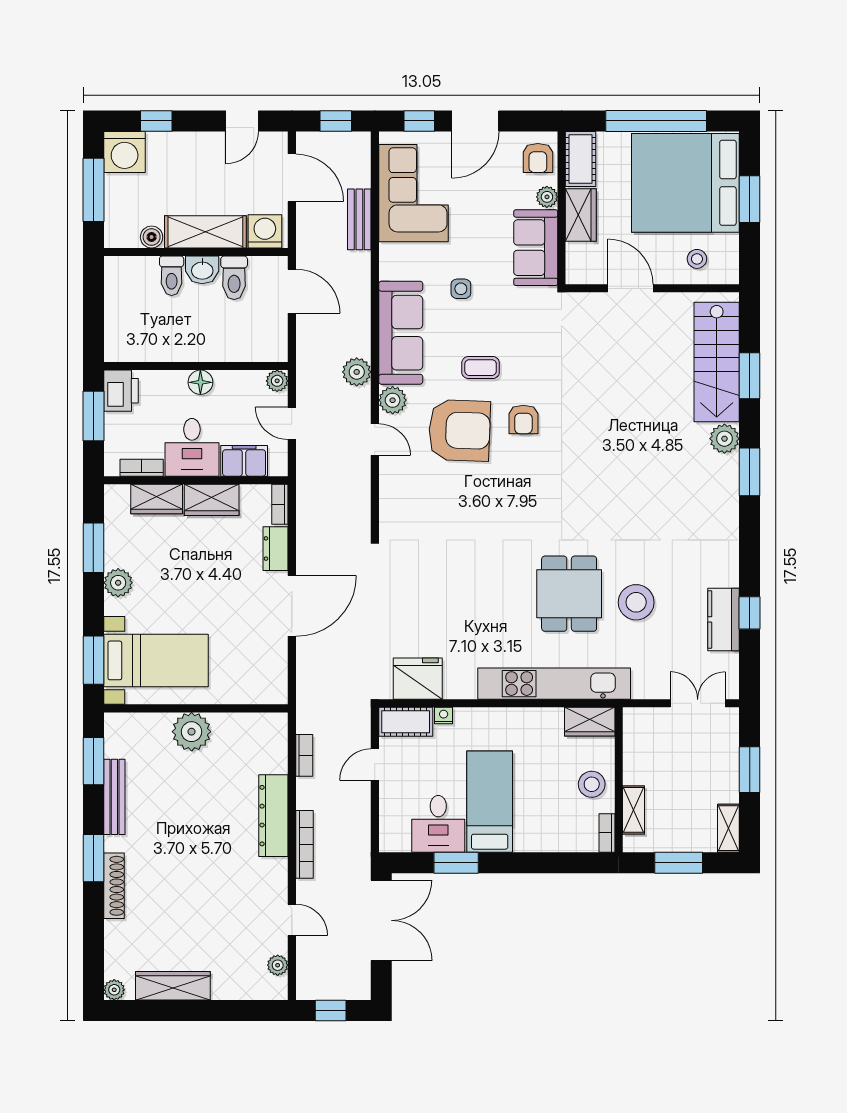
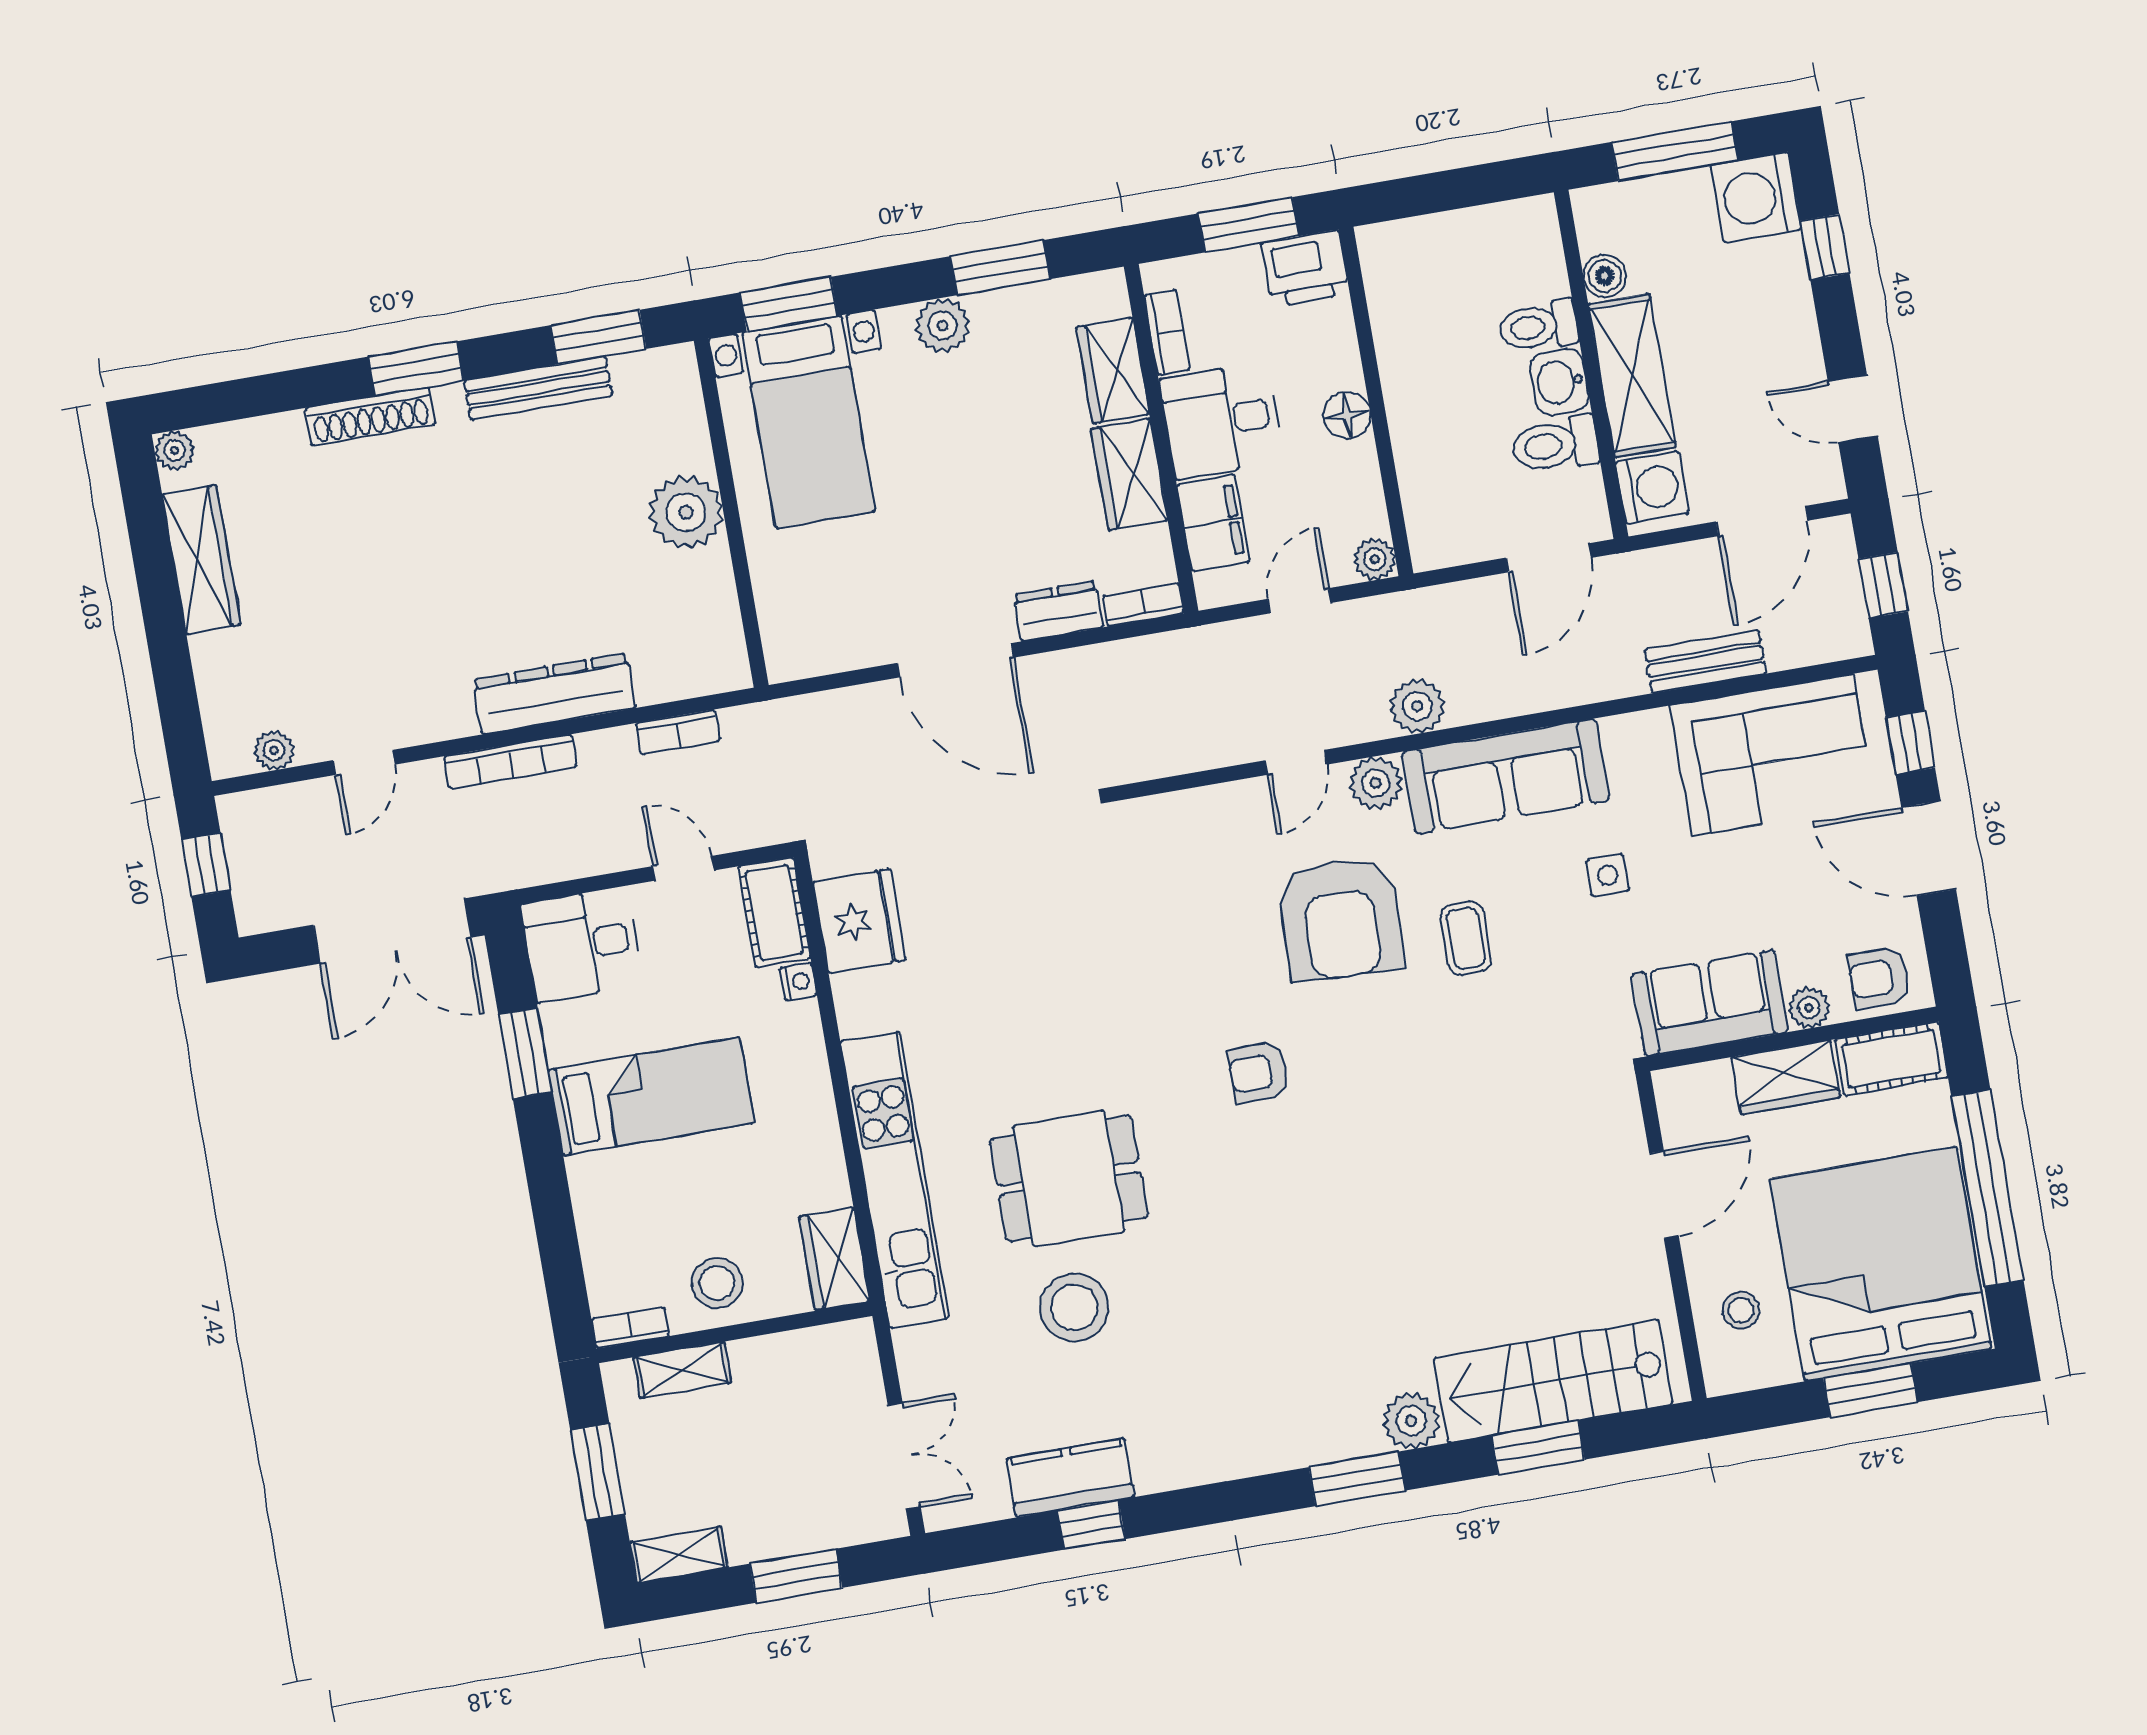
armchair: (523, 419) -> (1259, 1073), moved
desk: (438, 824) -> (582, 945), moved

